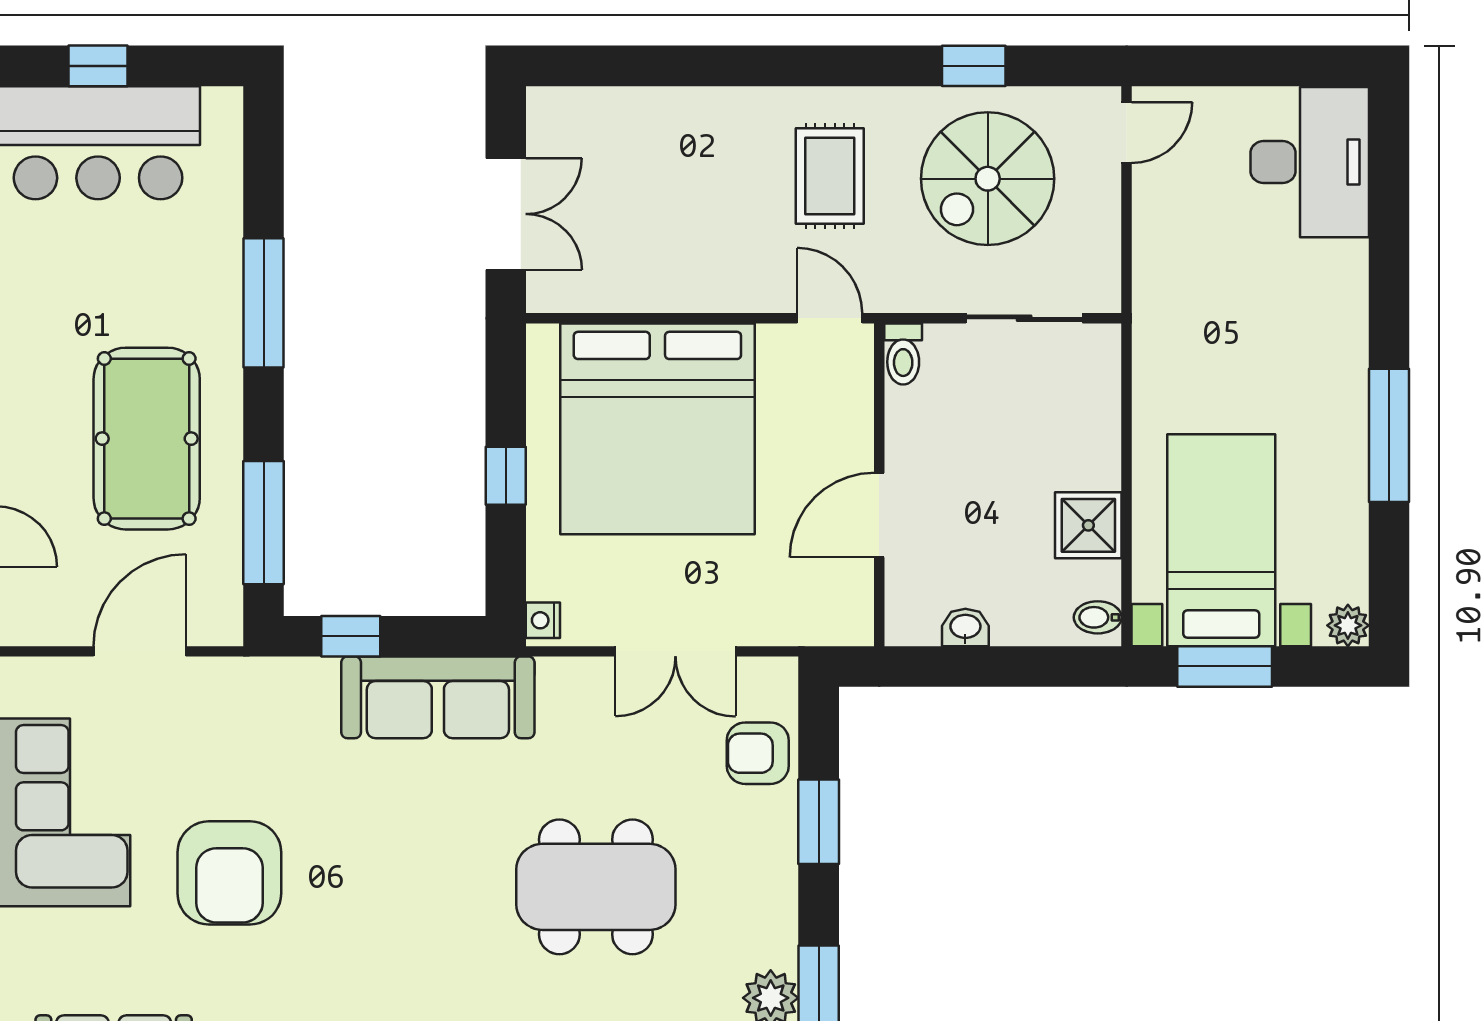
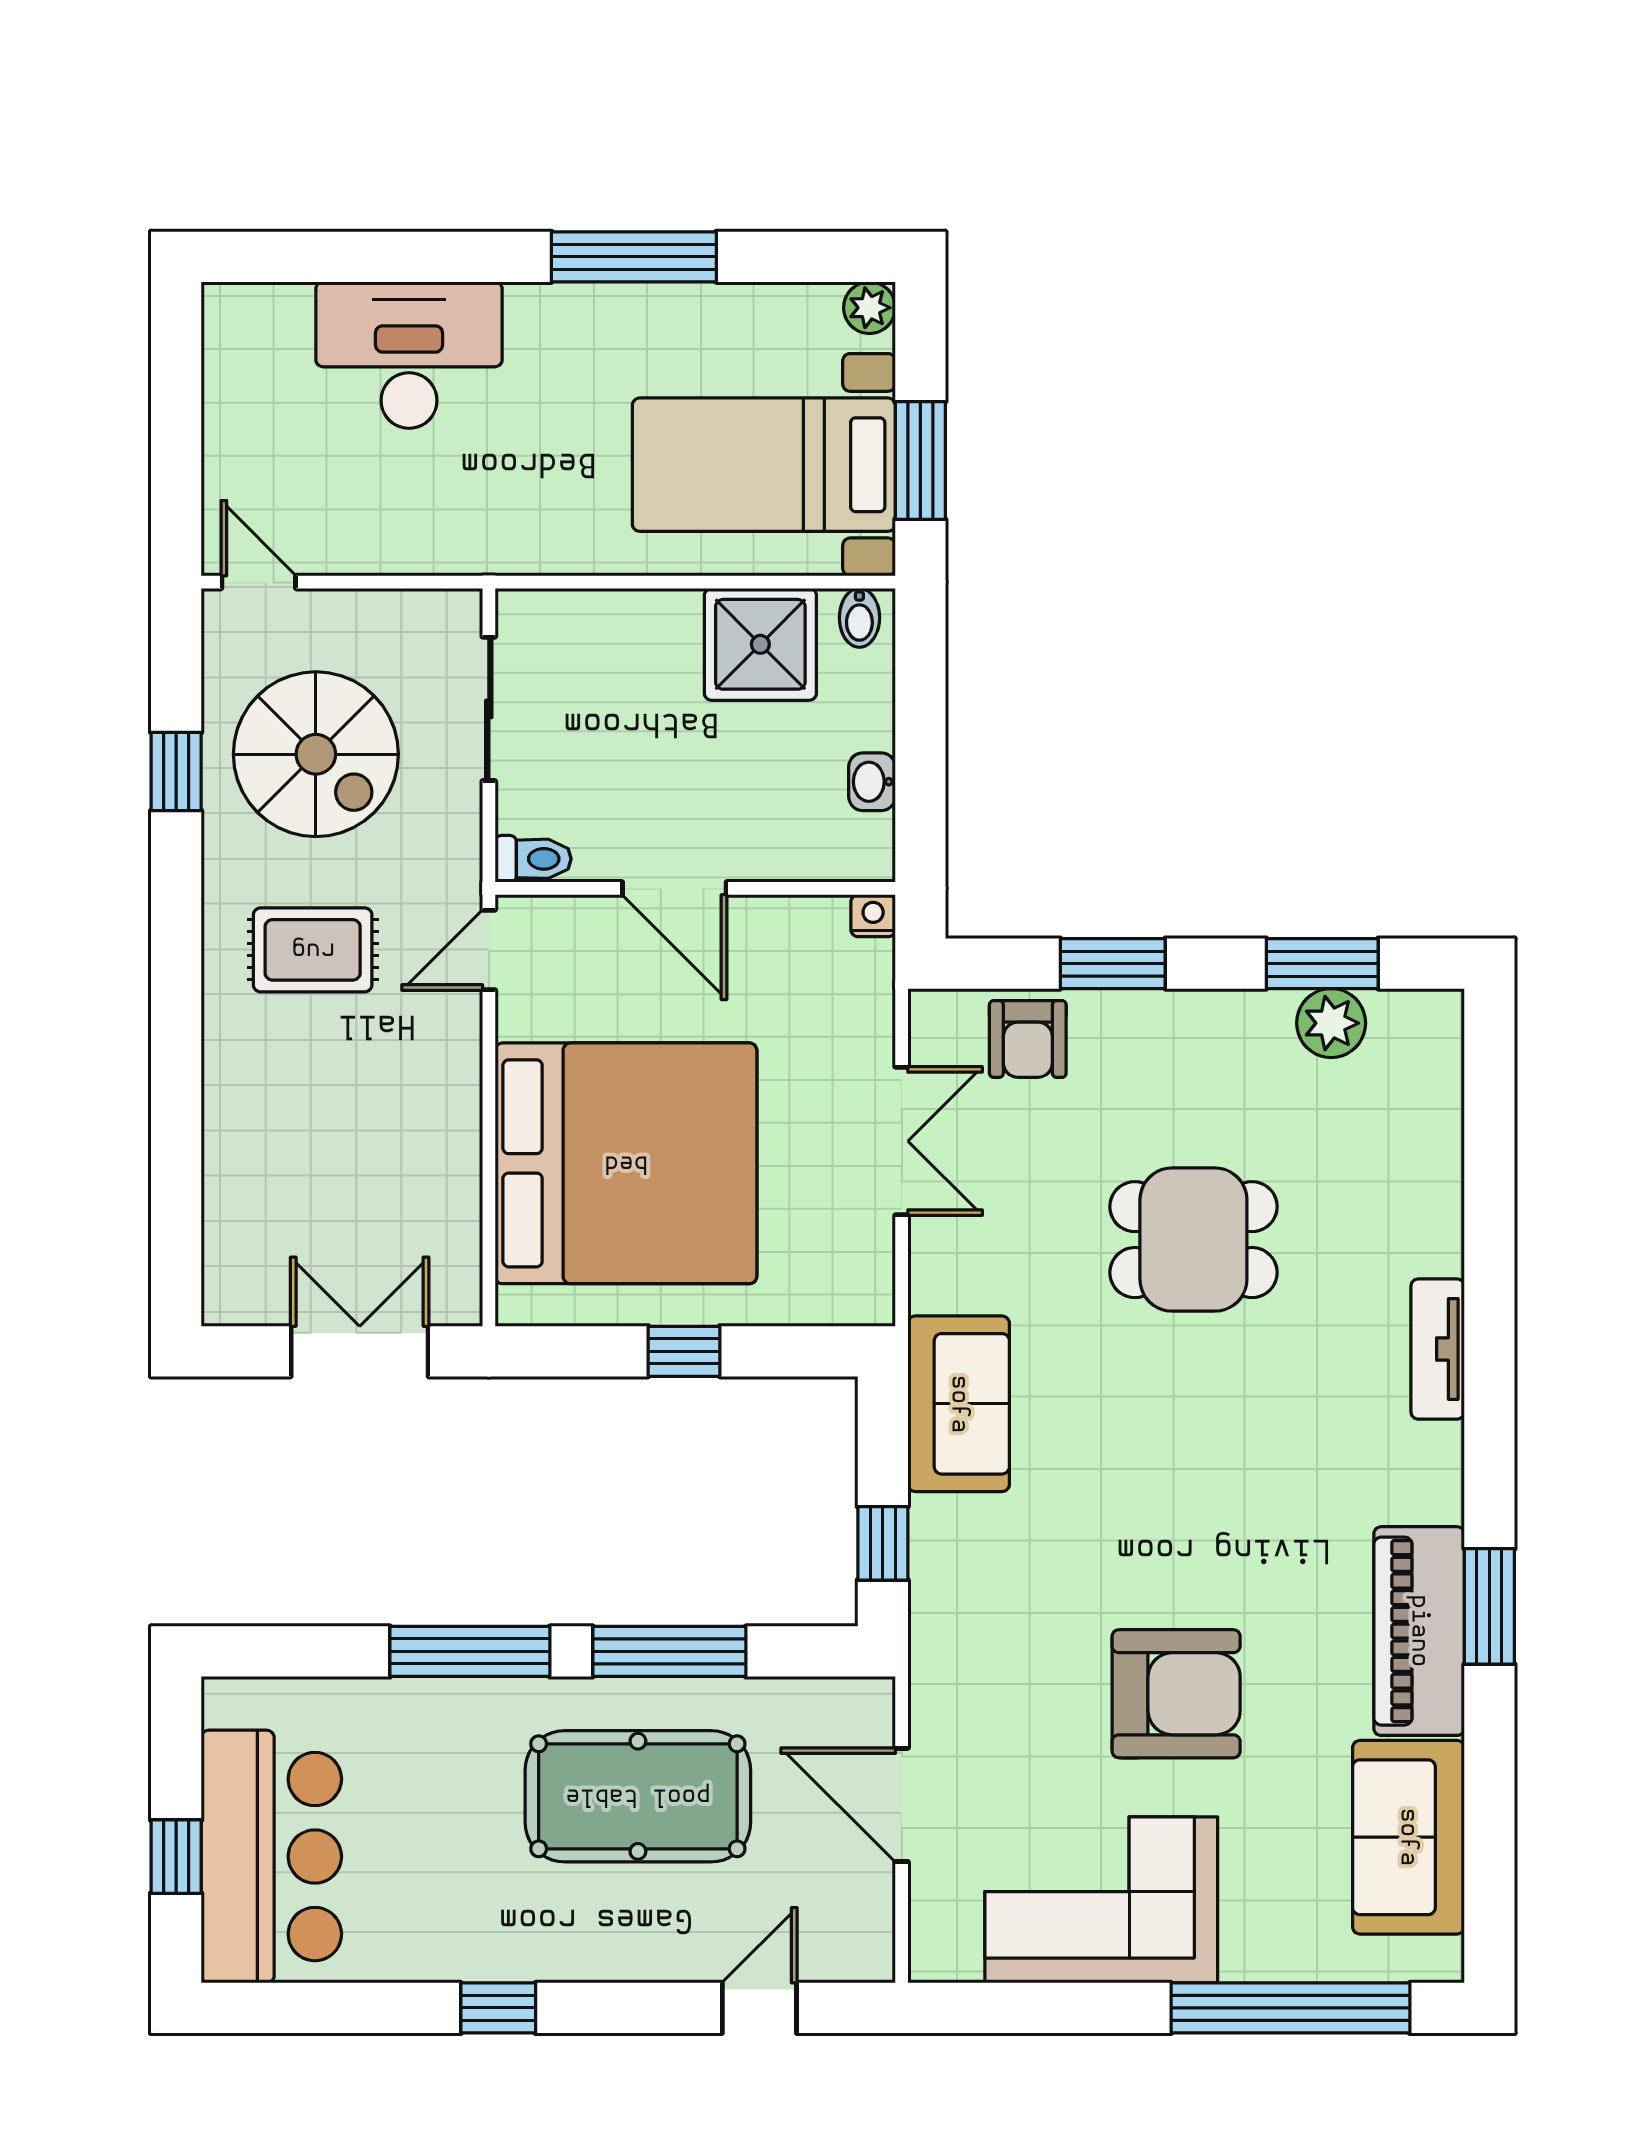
desk: (1310, 162) -> (409, 355), moved
door: (879, 515) -> (674, 888), moved
window: (264, 523) -> (669, 1651), moved
shower: (1088, 525) -> (760, 644), width x1.36, depth x1.36
nightstand: (543, 620) -> (873, 916), moved, turned 180
sofa: (438, 697) -> (959, 1404), width x0.73
dining table: (596, 887) -> (1193, 1240), width x0.73

